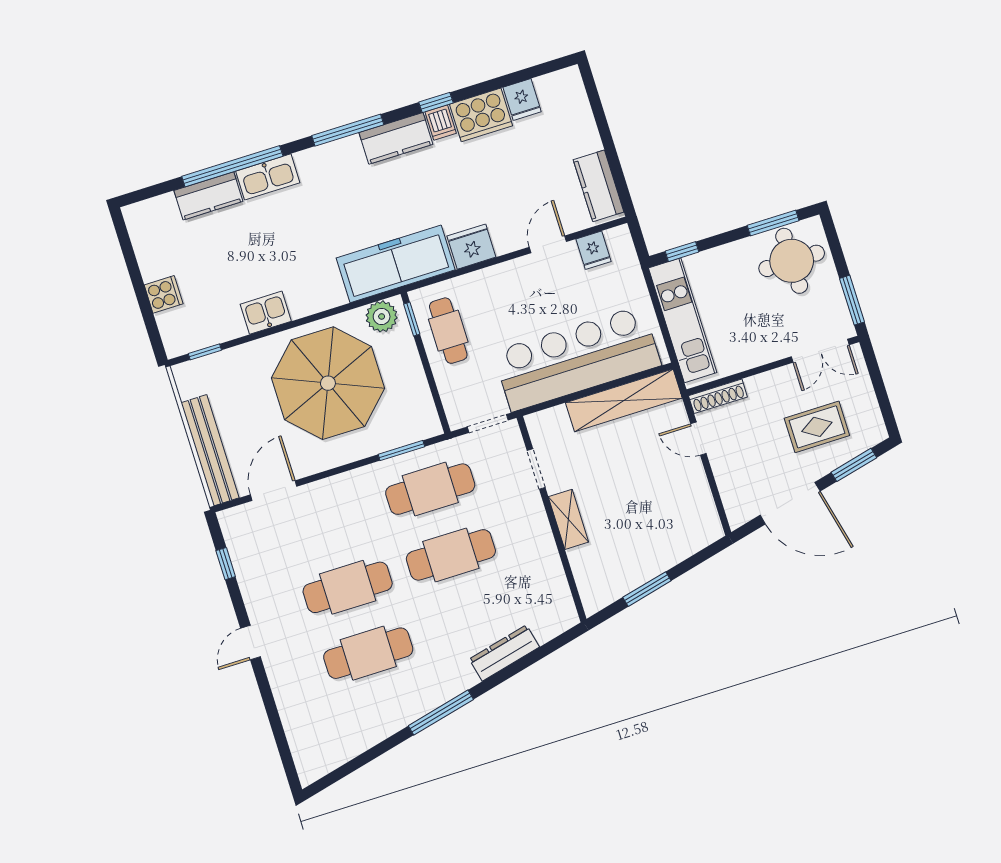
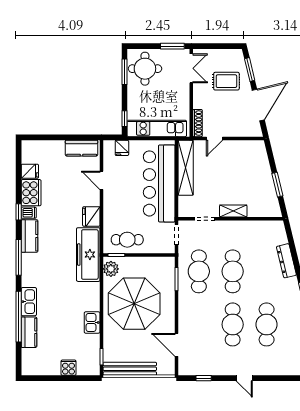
fridge: (594, 250) -> (122, 148), moved, turned 90
rug: (817, 427) -> (226, 81), turned 90
bench: (210, 450) -> (130, 369), moved

